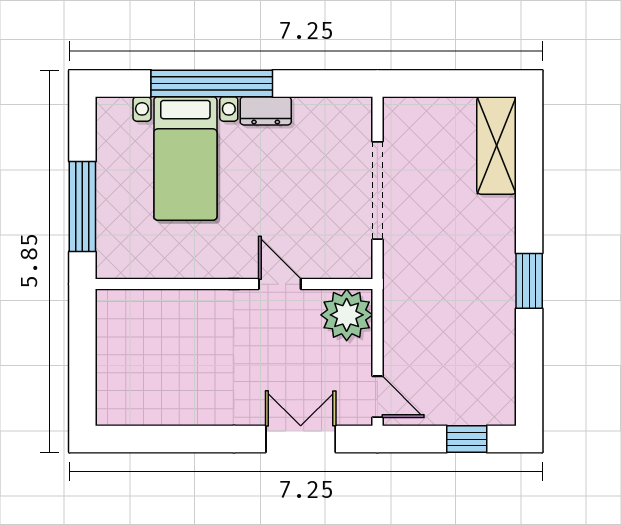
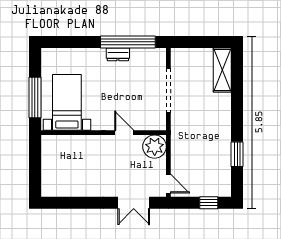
window: (212, 84) -> (128, 42), moved
bed with nightstands: (185, 158) -> (67, 102), moved, turned 180
window: (529, 281) -> (237, 154), moved
double door: (301, 439) -> (134, 203), swing flipped

